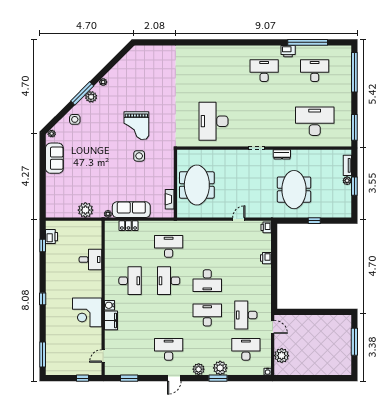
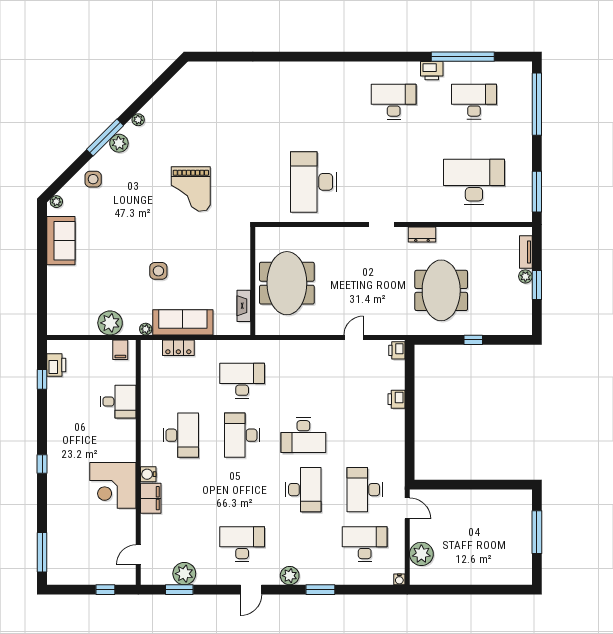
side table: (139, 156) -> (158, 271), moved
filing cabinet: (92, 227) -> (120, 350), added
desk: (207, 315) -> (303, 490), turned 90
plant: (220, 368) -> (184, 574), moved

